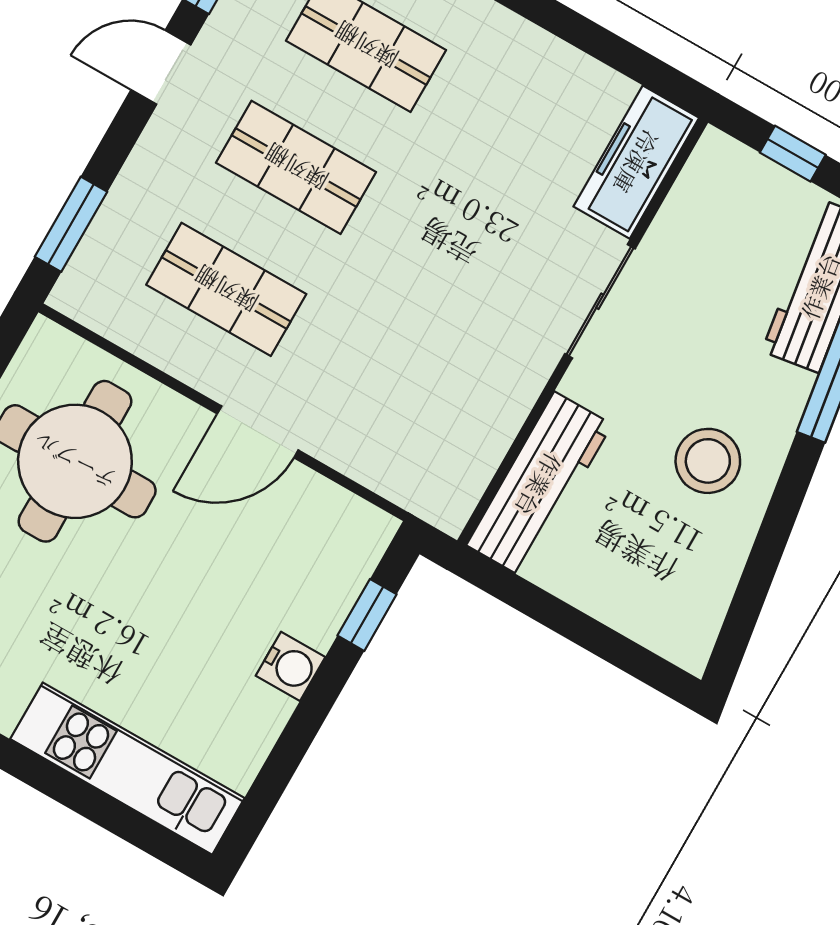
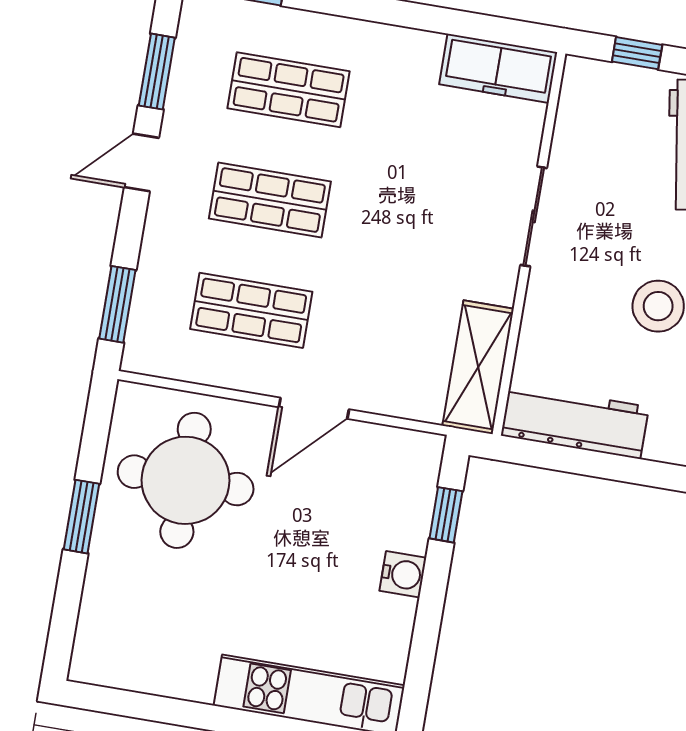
freezer: (636, 162) -> (498, 68), moved, turned -90
shelving: (469, 455) -> (478, 367), added
workbench: (539, 485) -> (575, 421), moved, turned -90

